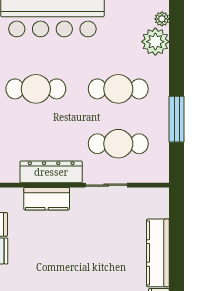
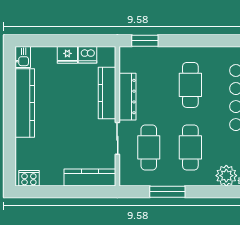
kitchen counter: (47, 199) -> (107, 93), width x1.50
kitchen counter: (158, 253) -> (90, 178), moved

